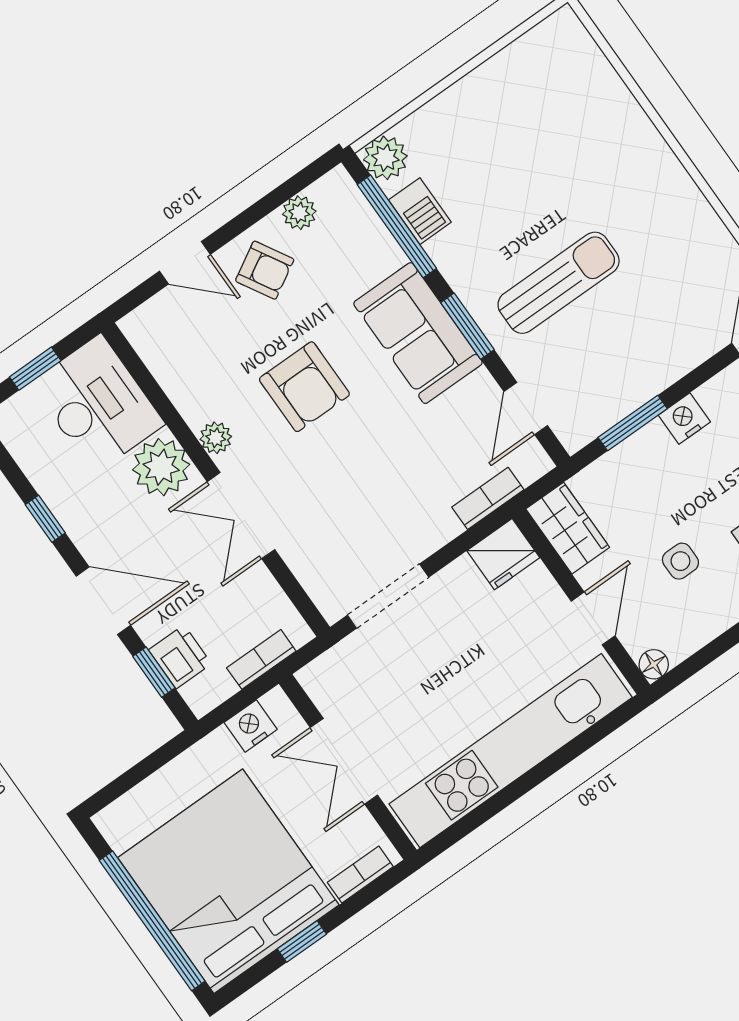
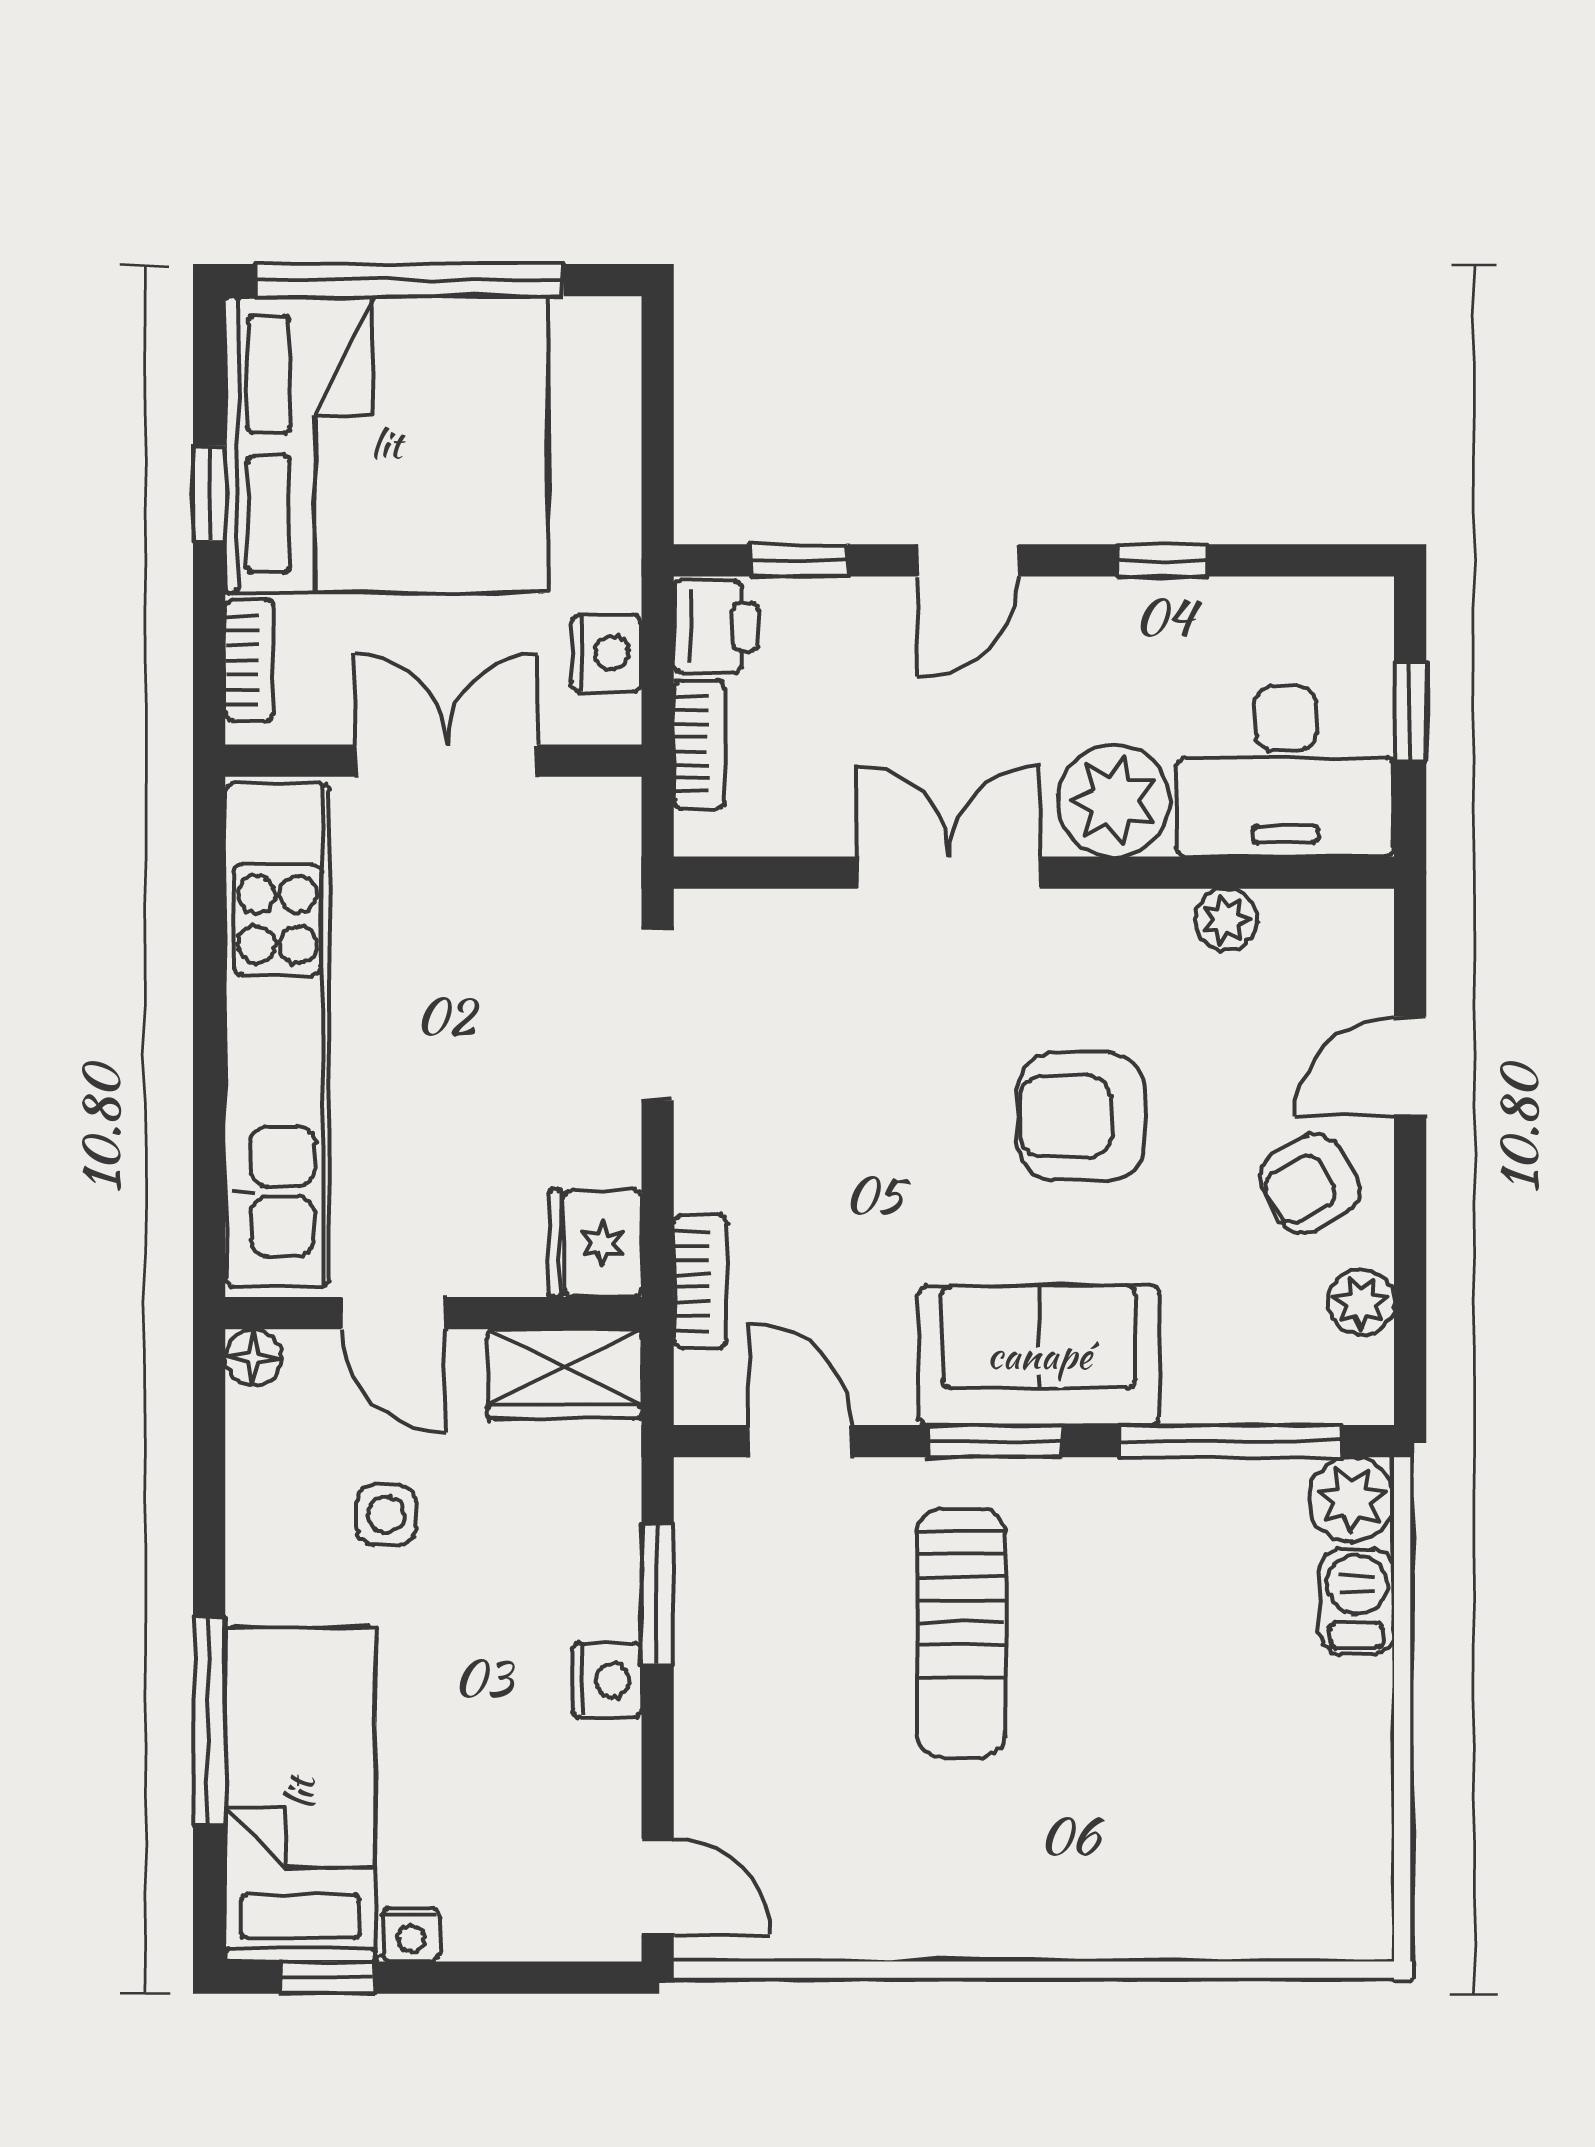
barbecue: (420, 211) -> (1357, 1601), moved, turned 90
plant: (216, 438) -> (1226, 920), moved
door: (103, 601) -> (968, 560), width x0.73
printer: (180, 657) -> (716, 627), moved, turned -90

